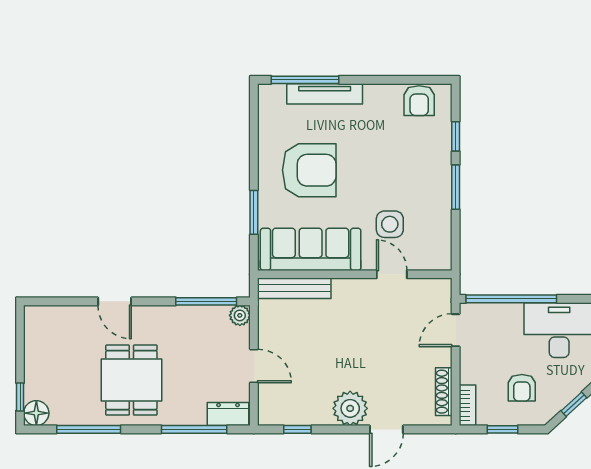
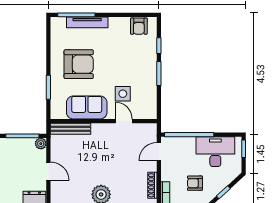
sofa: (311, 249) -> (87, 107), width x0.73
armchair: (522, 388) -> (195, 183), turned 90

